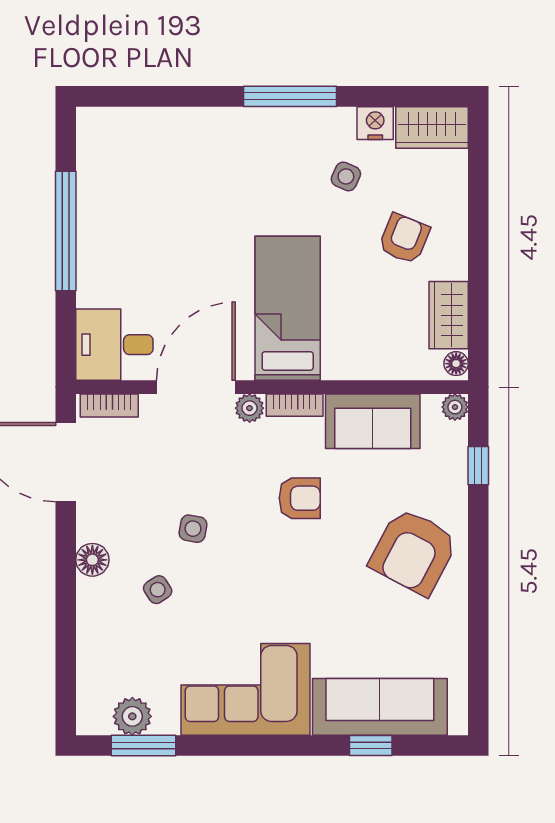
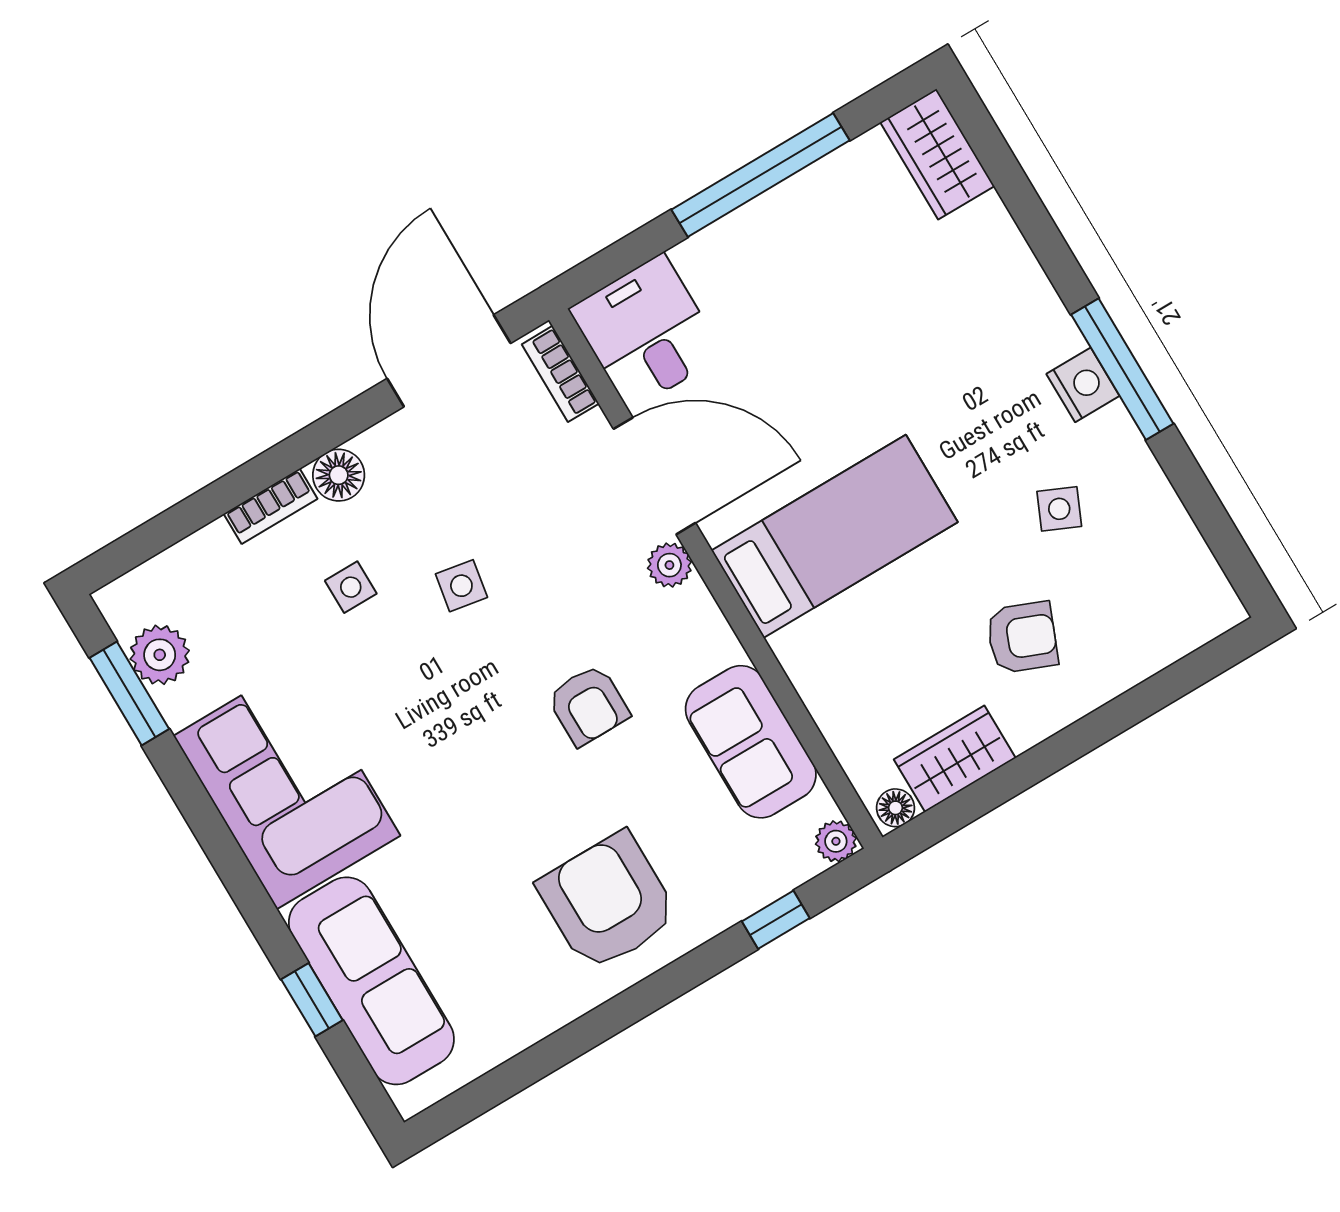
nightstand: (375, 123) -> (1083, 385), moved
wardrobe: (432, 127) -> (937, 154), moved
bookcase: (295, 405) -> (271, 506), moved, turned -90
armchair: (414, 552) -> (608, 902), turned 62
side table: (158, 590) -> (351, 587), turned 33

